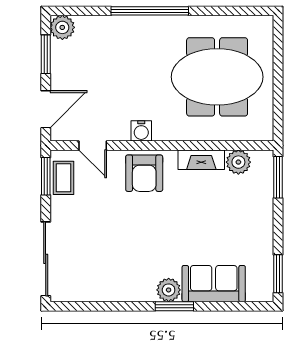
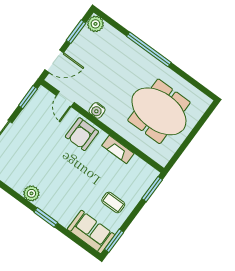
plant: (238, 162) -> (137, 165), removed
coffee table: (64, 178) -> (113, 202), moved, turned 90
sofa: (214, 284) -> (91, 232), moved
plant: (169, 290) -> (31, 193), moved

